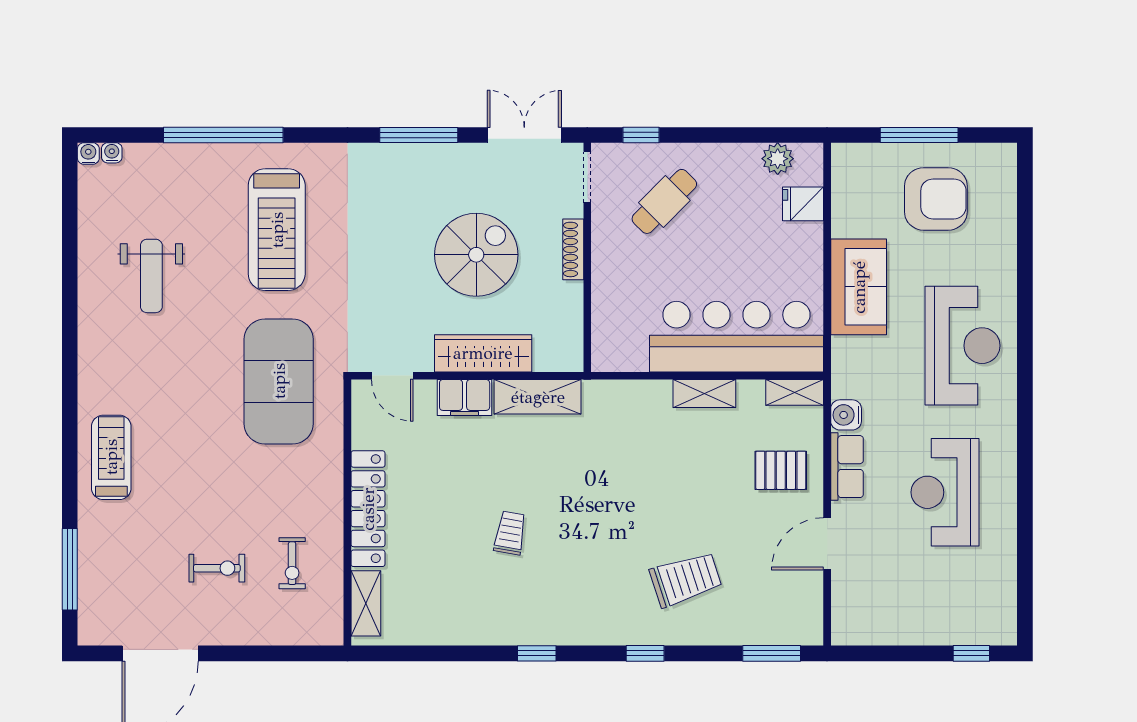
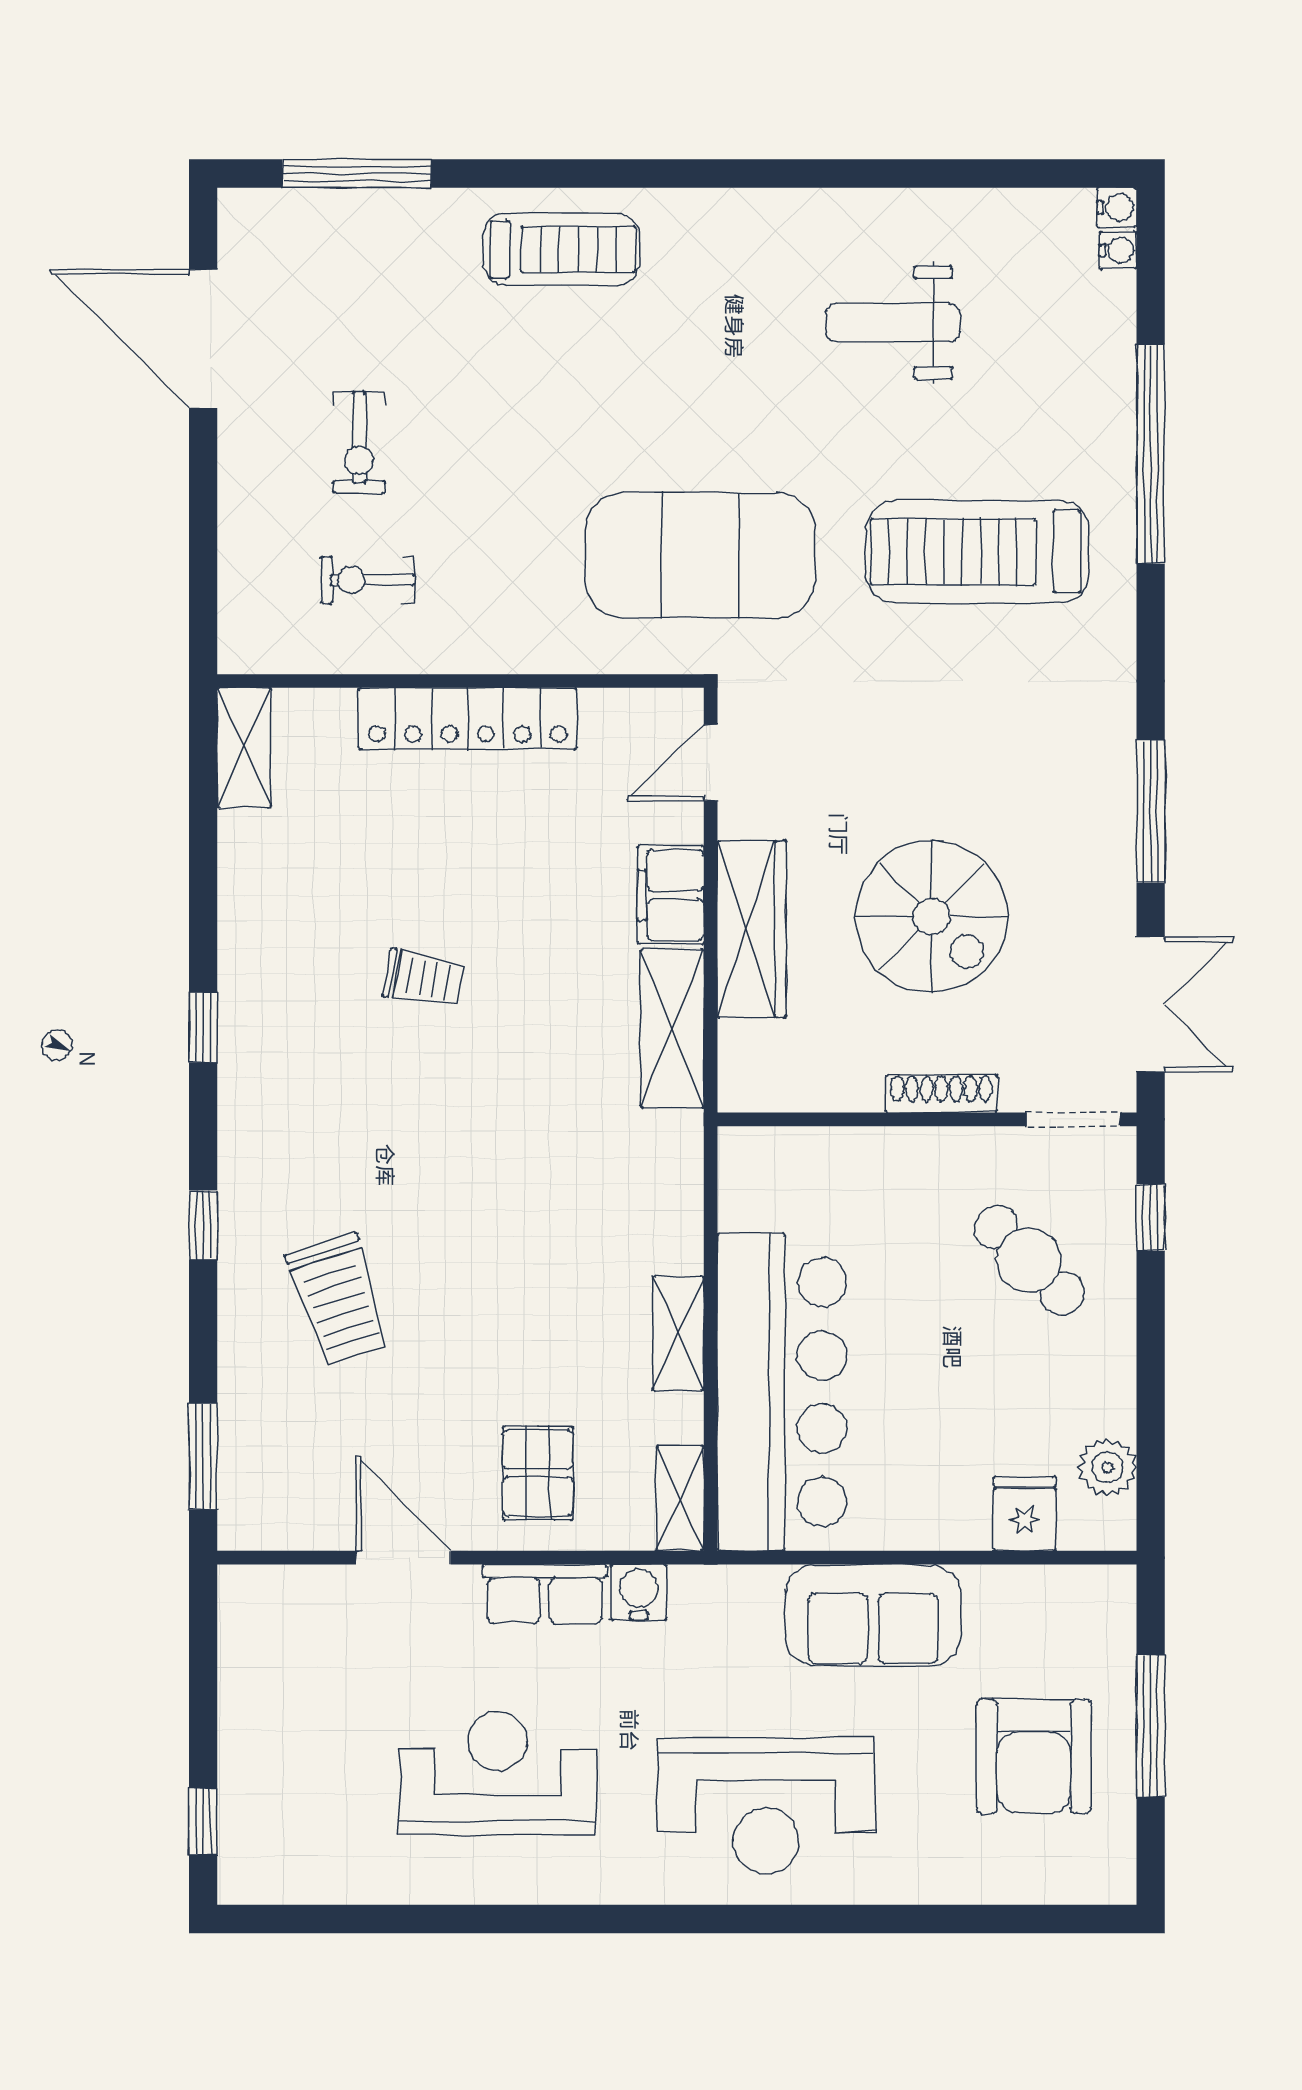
shelving: (366, 603) -> (244, 748), moved, turned 90

